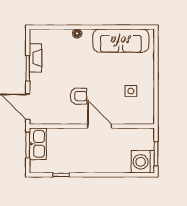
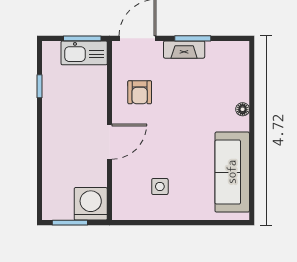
fireplace: (36, 58) -> (184, 50), moved
armchair: (78, 96) -> (140, 92), moved
washing machine: (143, 162) -> (91, 204), moved

